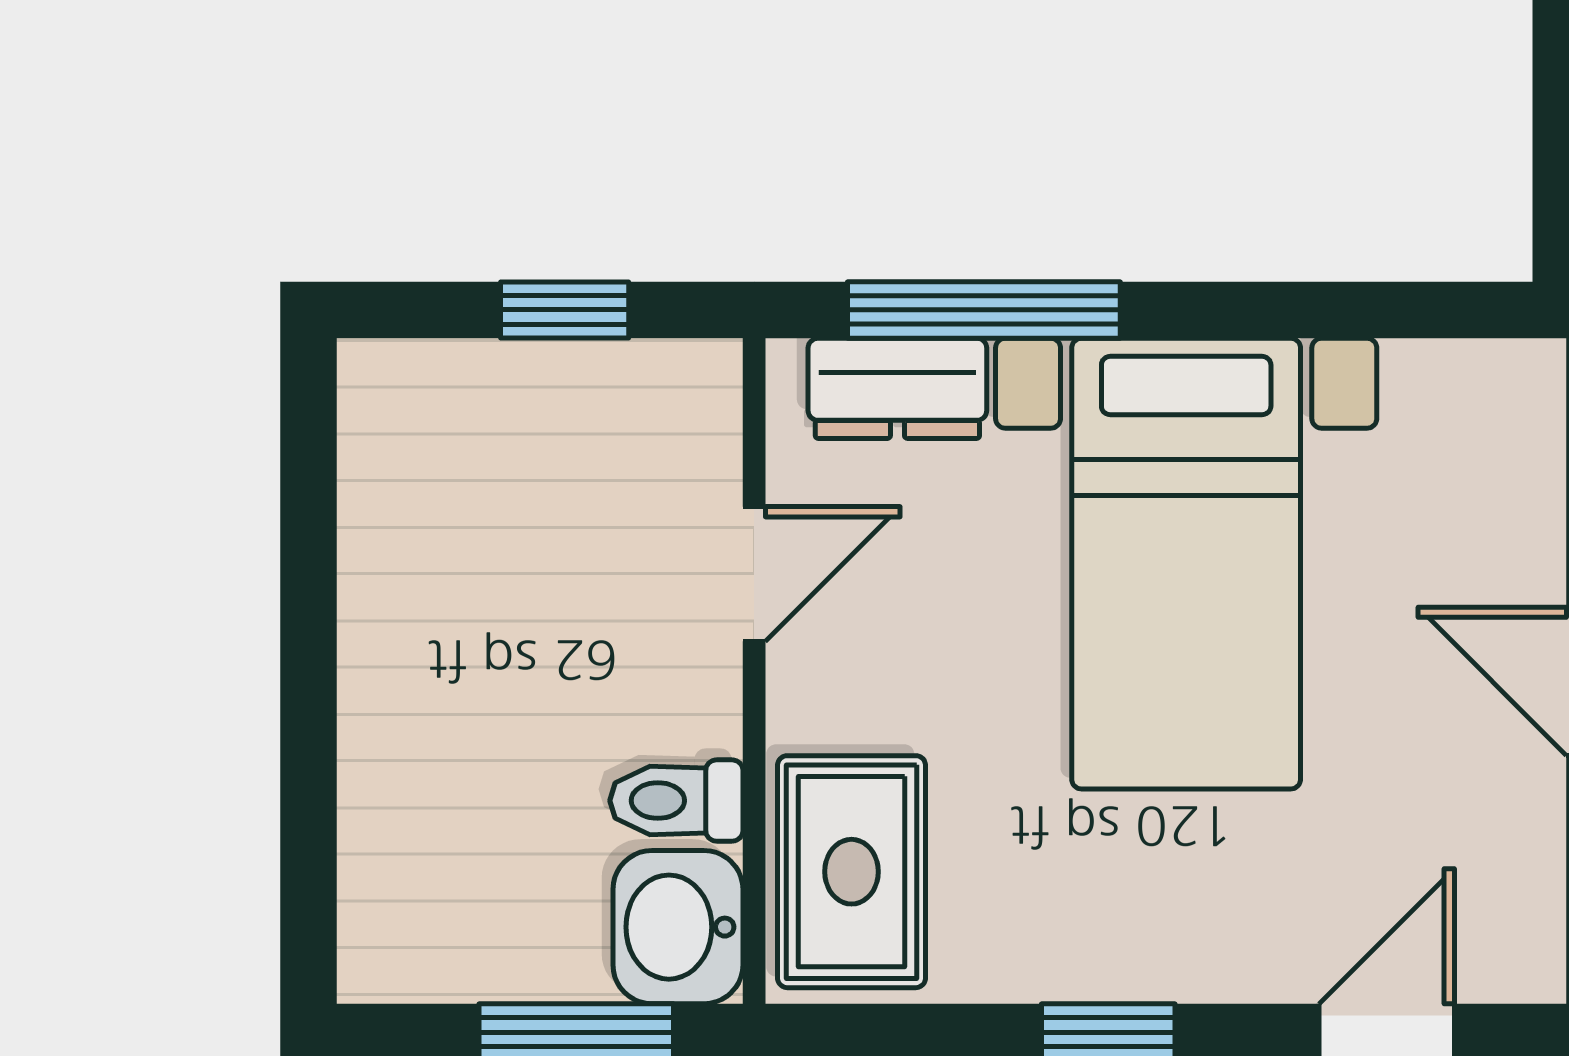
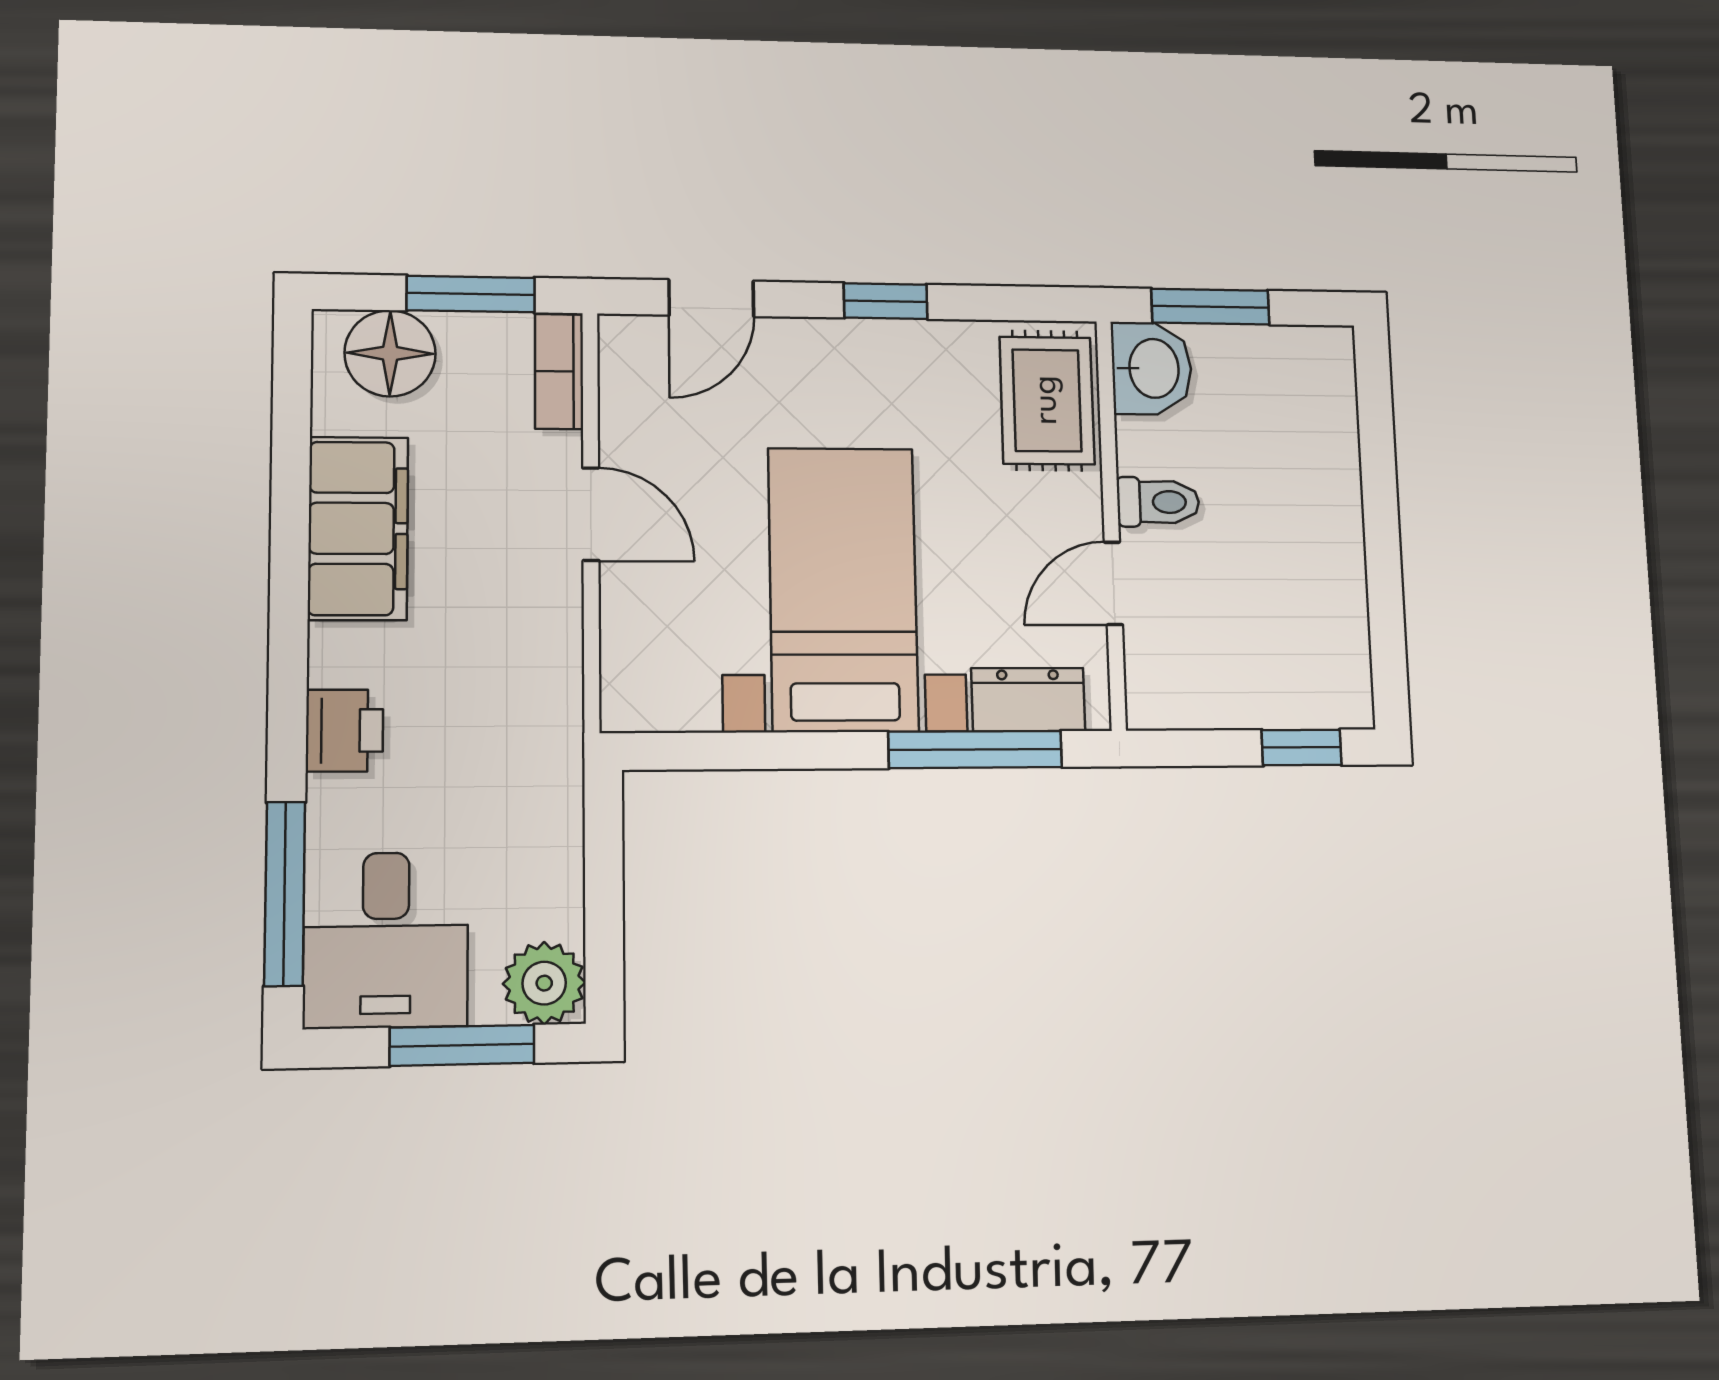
window: (565, 310) -> (1302, 747), moved
toilet: (676, 801) -> (1158, 502), moved

